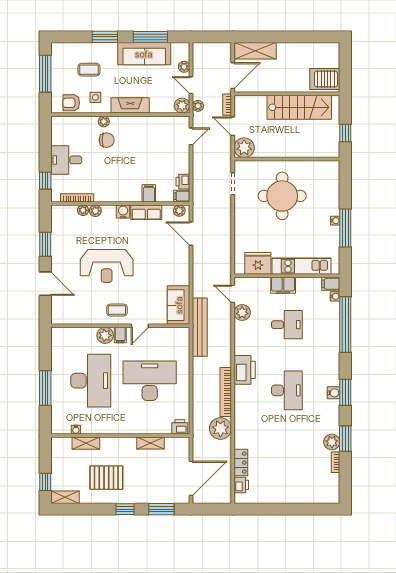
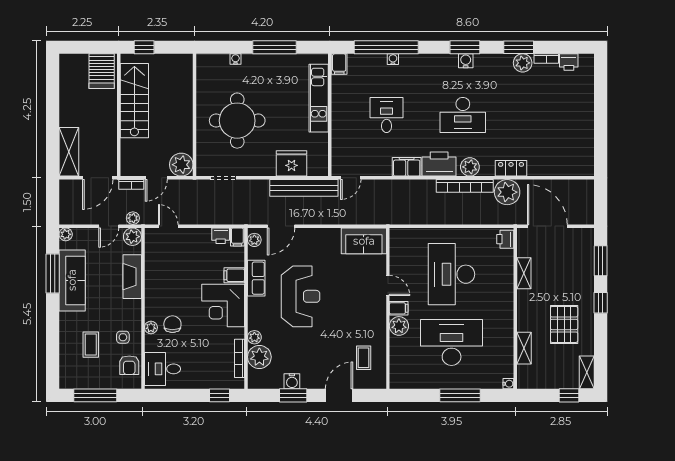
window: (105, 37) -> (53, 326), removed
plant: (184, 67) -> (66, 234), moved
door: (233, 76) -> (98, 178), swing flipped
fireplace: (130, 105) -> (132, 277), moved
window: (345, 133) -> (144, 47), moved
desk: (66, 160) -> (162, 369), moved, turned 90
corner desk: (123, 184) -> (223, 306), added
plant: (83, 210) -> (259, 357), width x1.87, depth x1.87
water cooler: (123, 212) -> (292, 381), moved, turned -90
water cooler: (335, 221) -> (235, 59), moved
fridge: (258, 263) -> (292, 163), moved, turned 90
reception desk: (107, 266) -> (300, 296), moved
filing cabinet: (283, 285) -> (407, 167), moved, turned -90
water cooler: (335, 296) -> (393, 59), moved
coffee table: (117, 310) -> (364, 358), moved
plant: (242, 313) -> (470, 167), moved
bench: (200, 327) -> (304, 188), moved
desk: (287, 390) -> (463, 115), turned 180
water cooler: (76, 430) -> (508, 384), moved
locker: (241, 463) -> (511, 168), moved
door: (191, 478) -> (547, 226), moved
printer: (241, 485) -> (569, 62), moved, turned 180

